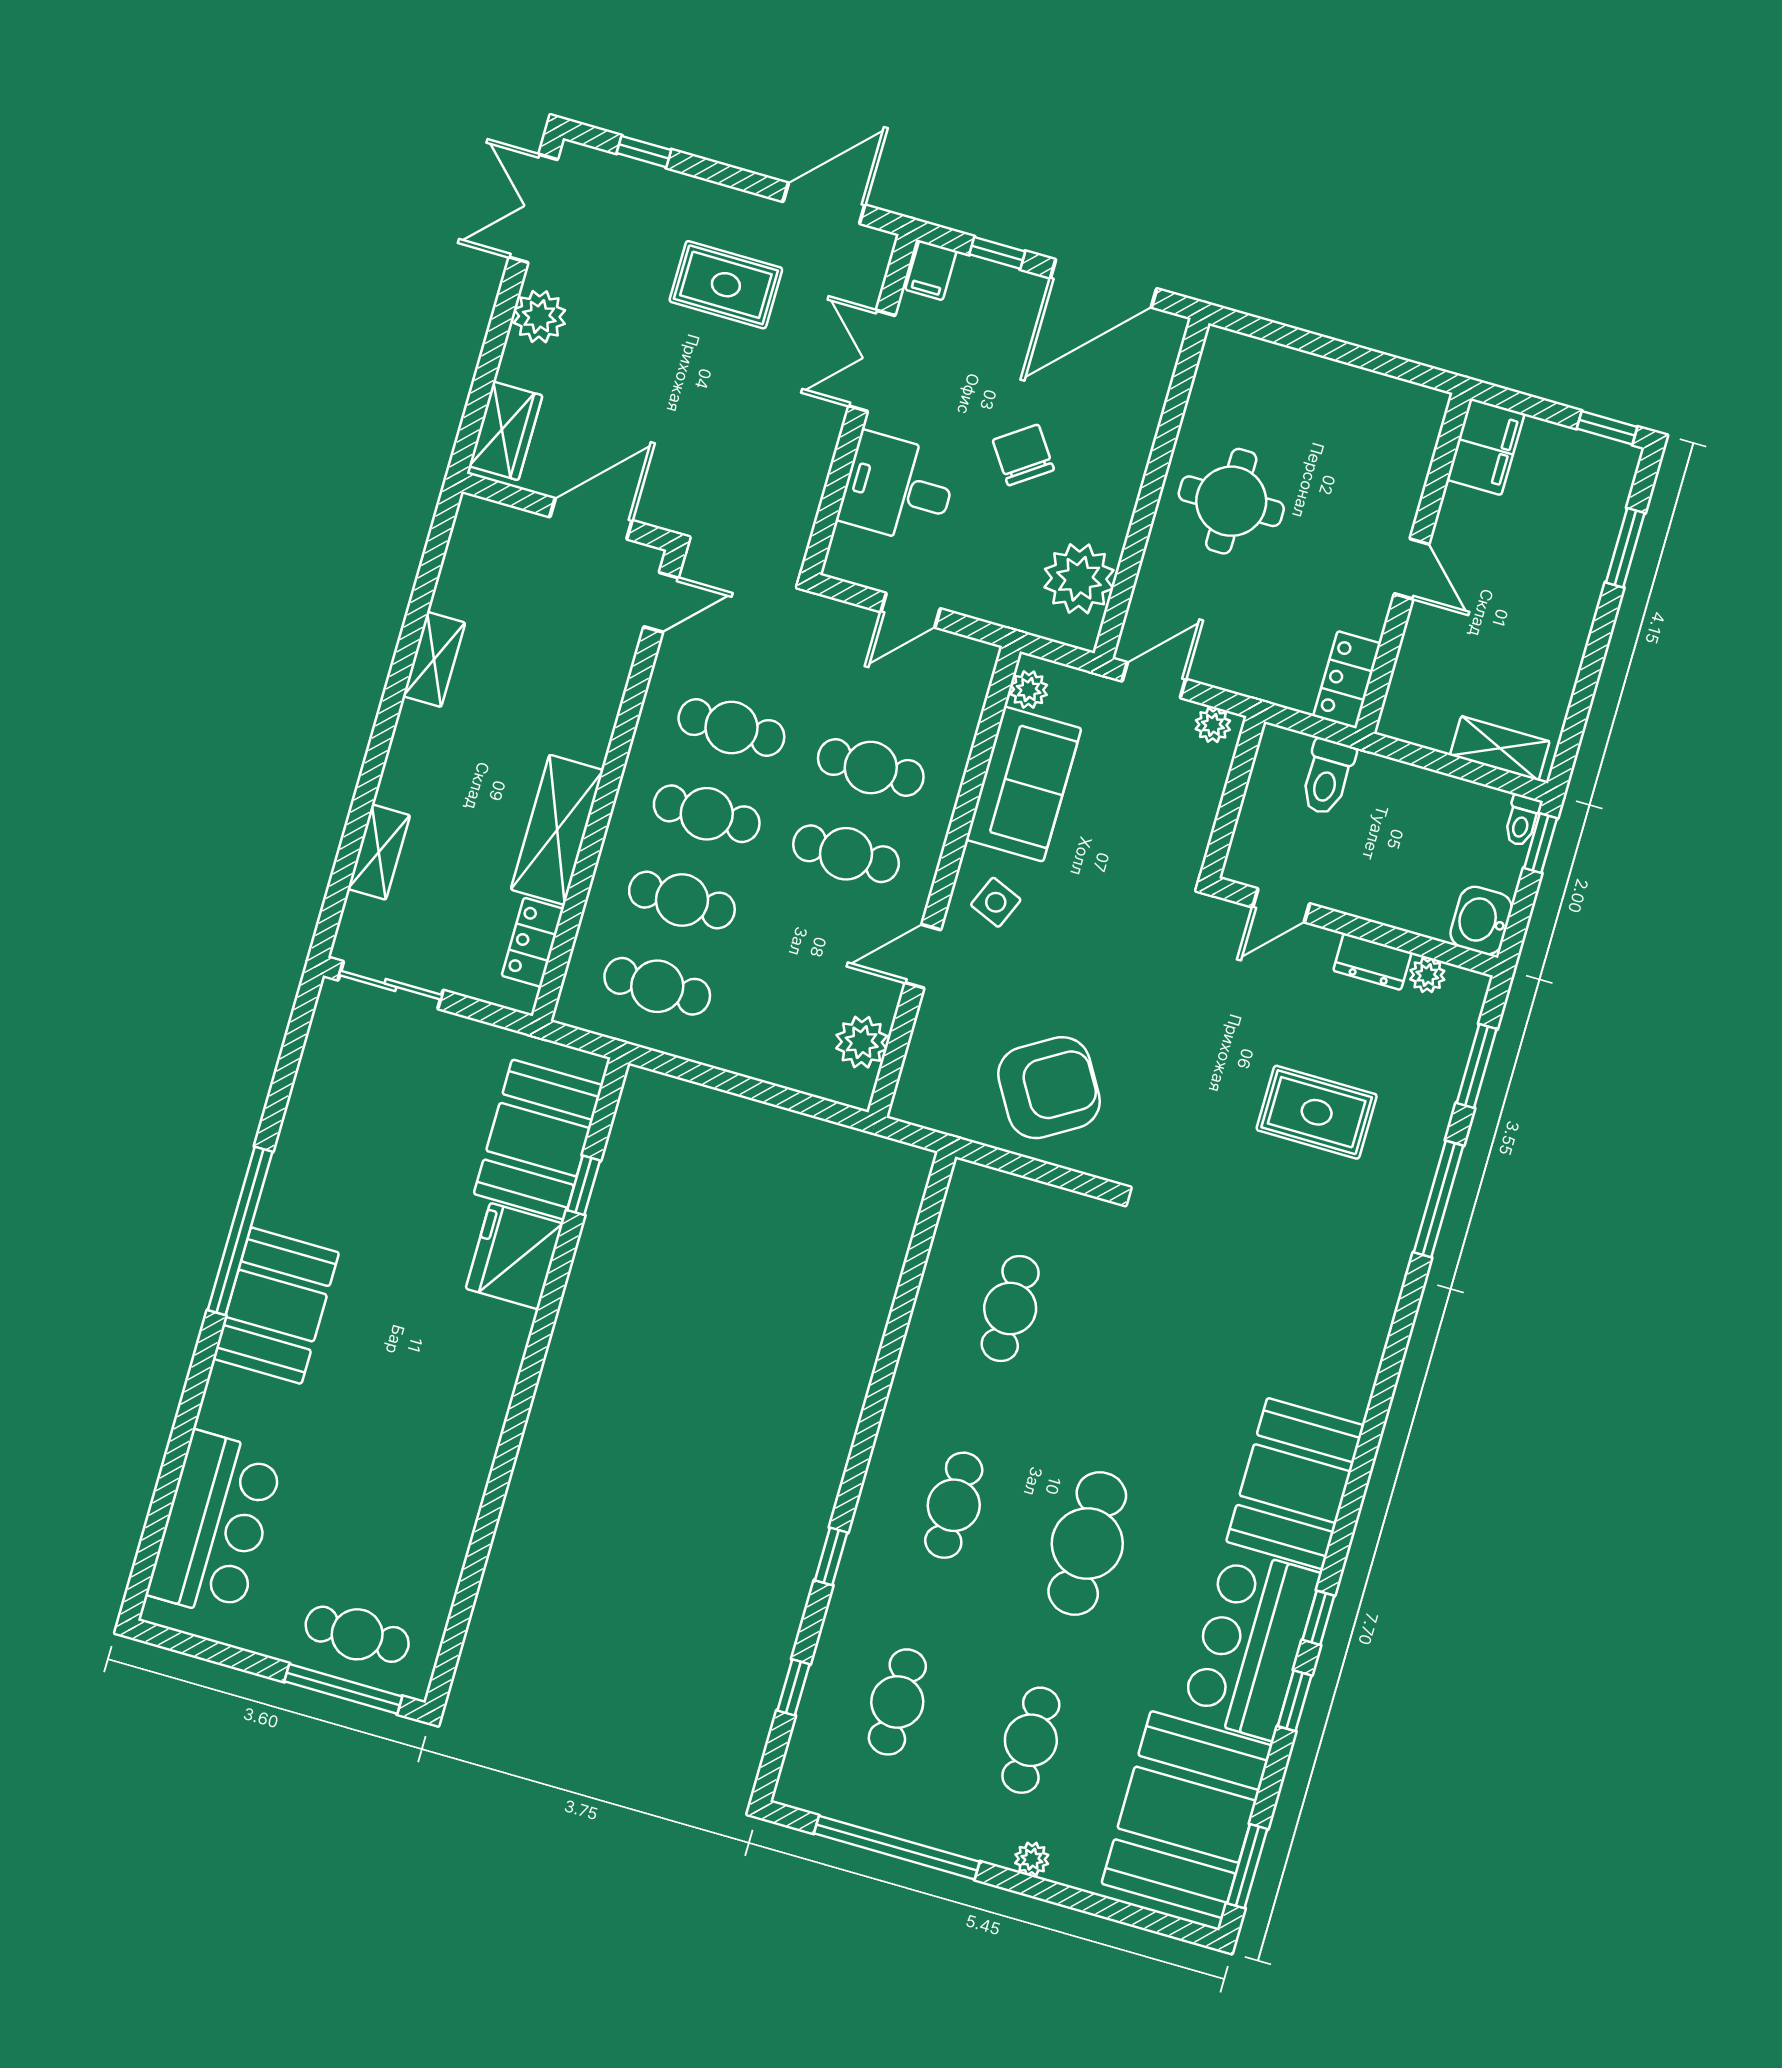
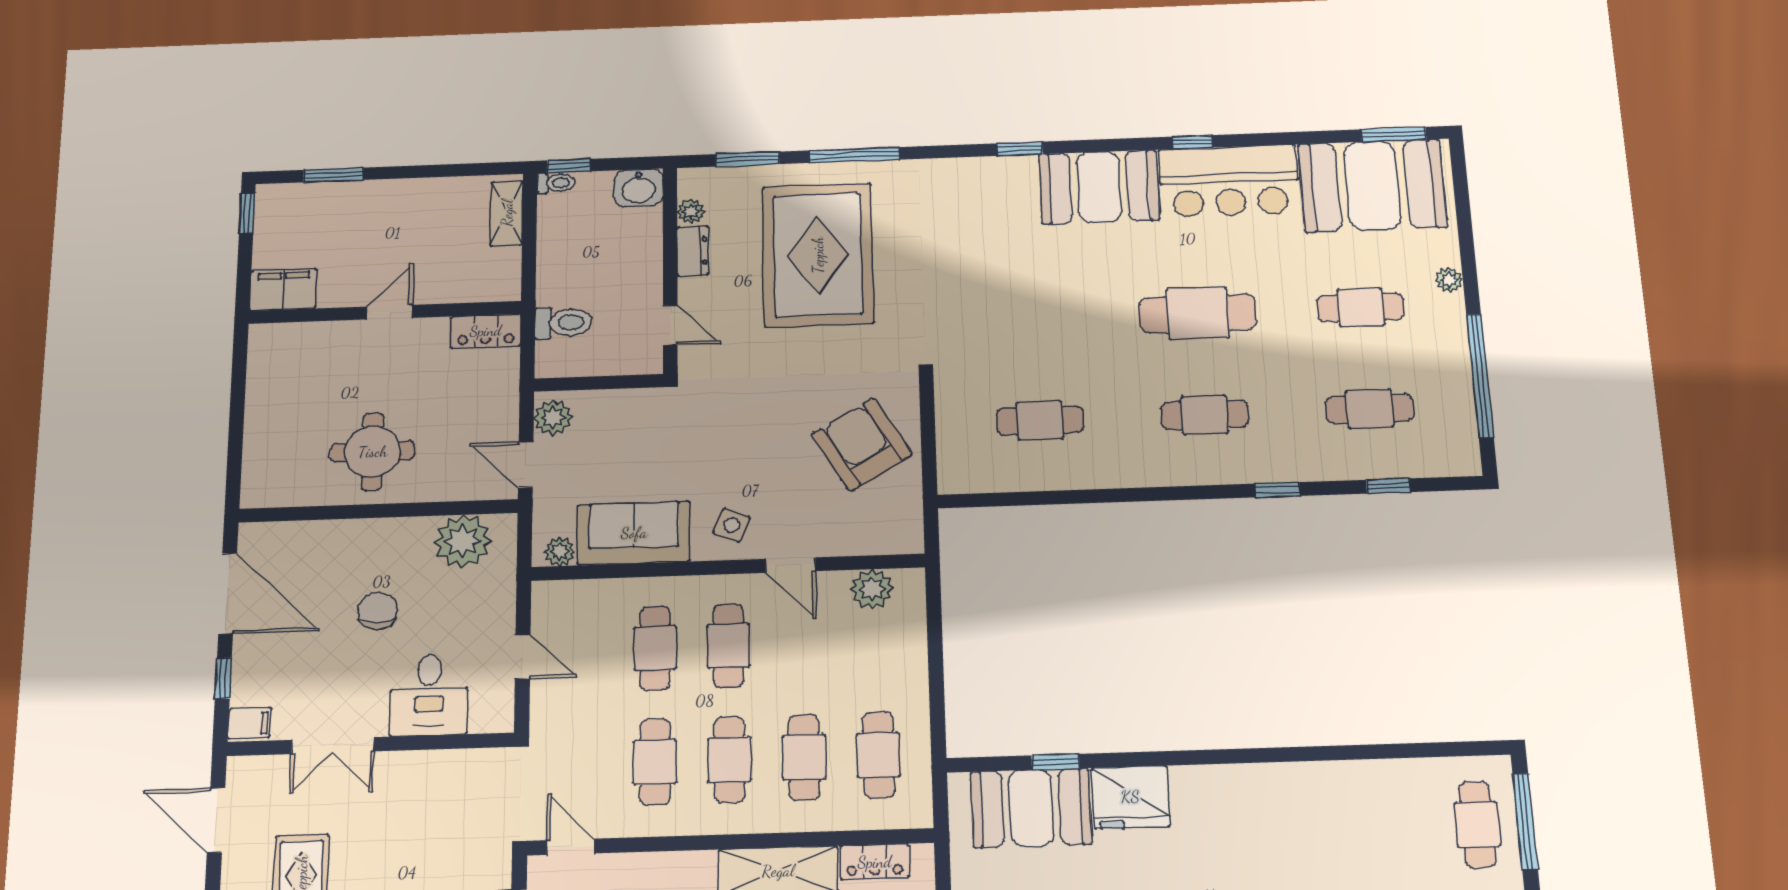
chair: (1023, 455) -> (377, 611), turned 125
plant: (1213, 725) -> (553, 418), width x1.38, depth x1.38
rug: (1317, 1112) -> (818, 255), width x1.86, depth x2.06
window: (1295, 1701) -> (1020, 149), moved

